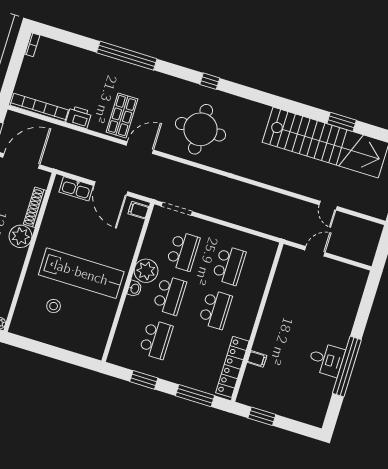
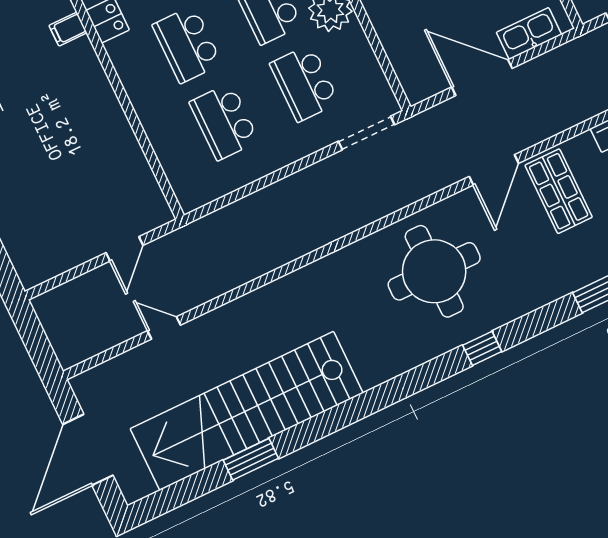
filing cabinet: (138, 210) -> (417, 83), removed

